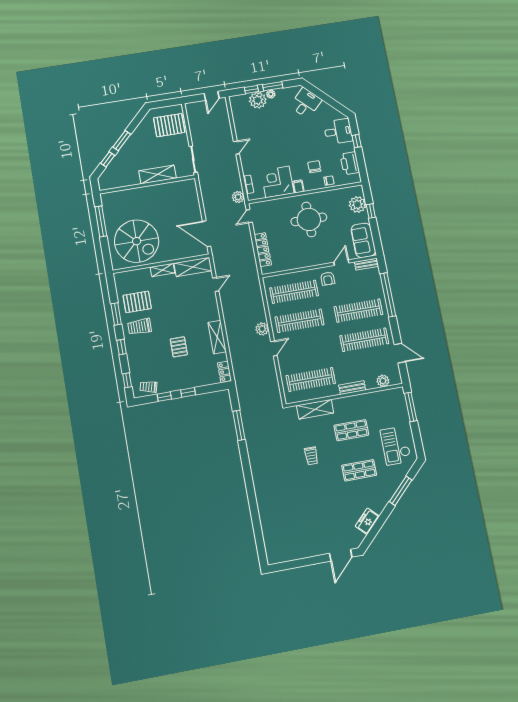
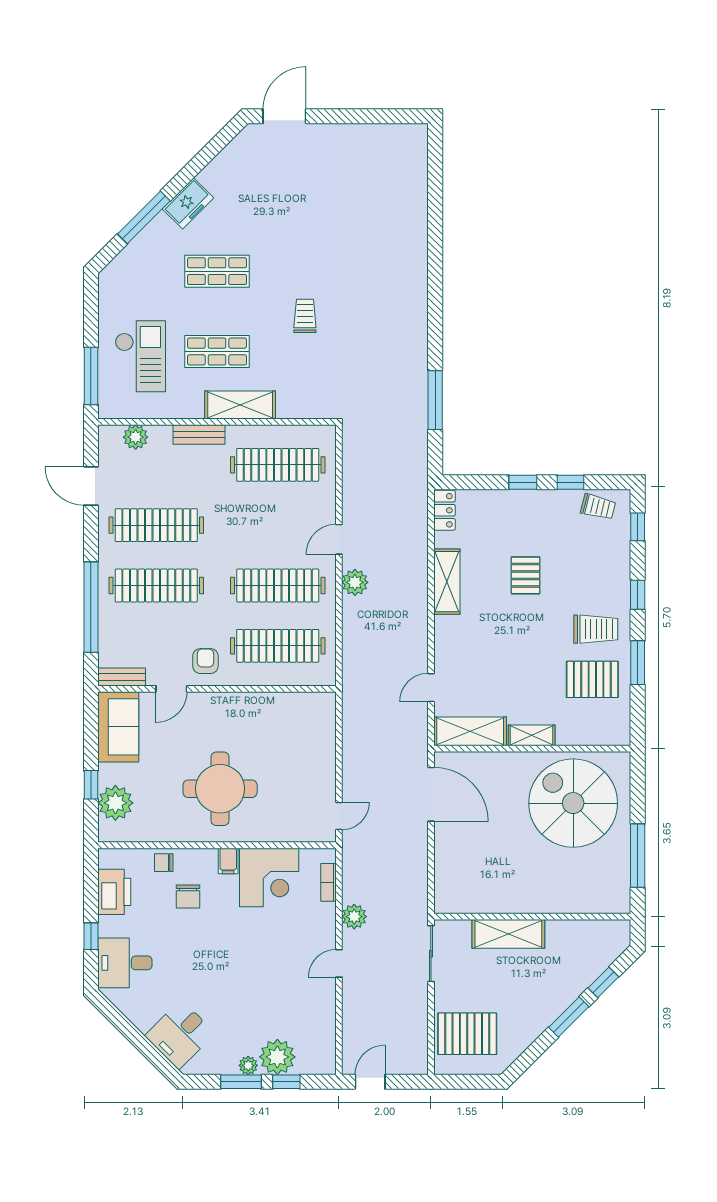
plant: (238, 197) -> (354, 917), moved
locker: (263, 250) -> (324, 742), removed
shelving: (315, 409) -> (240, 405), moved
checkout: (396, 446) -> (140, 356), moved
freezer: (367, 521) -> (188, 203), moved

